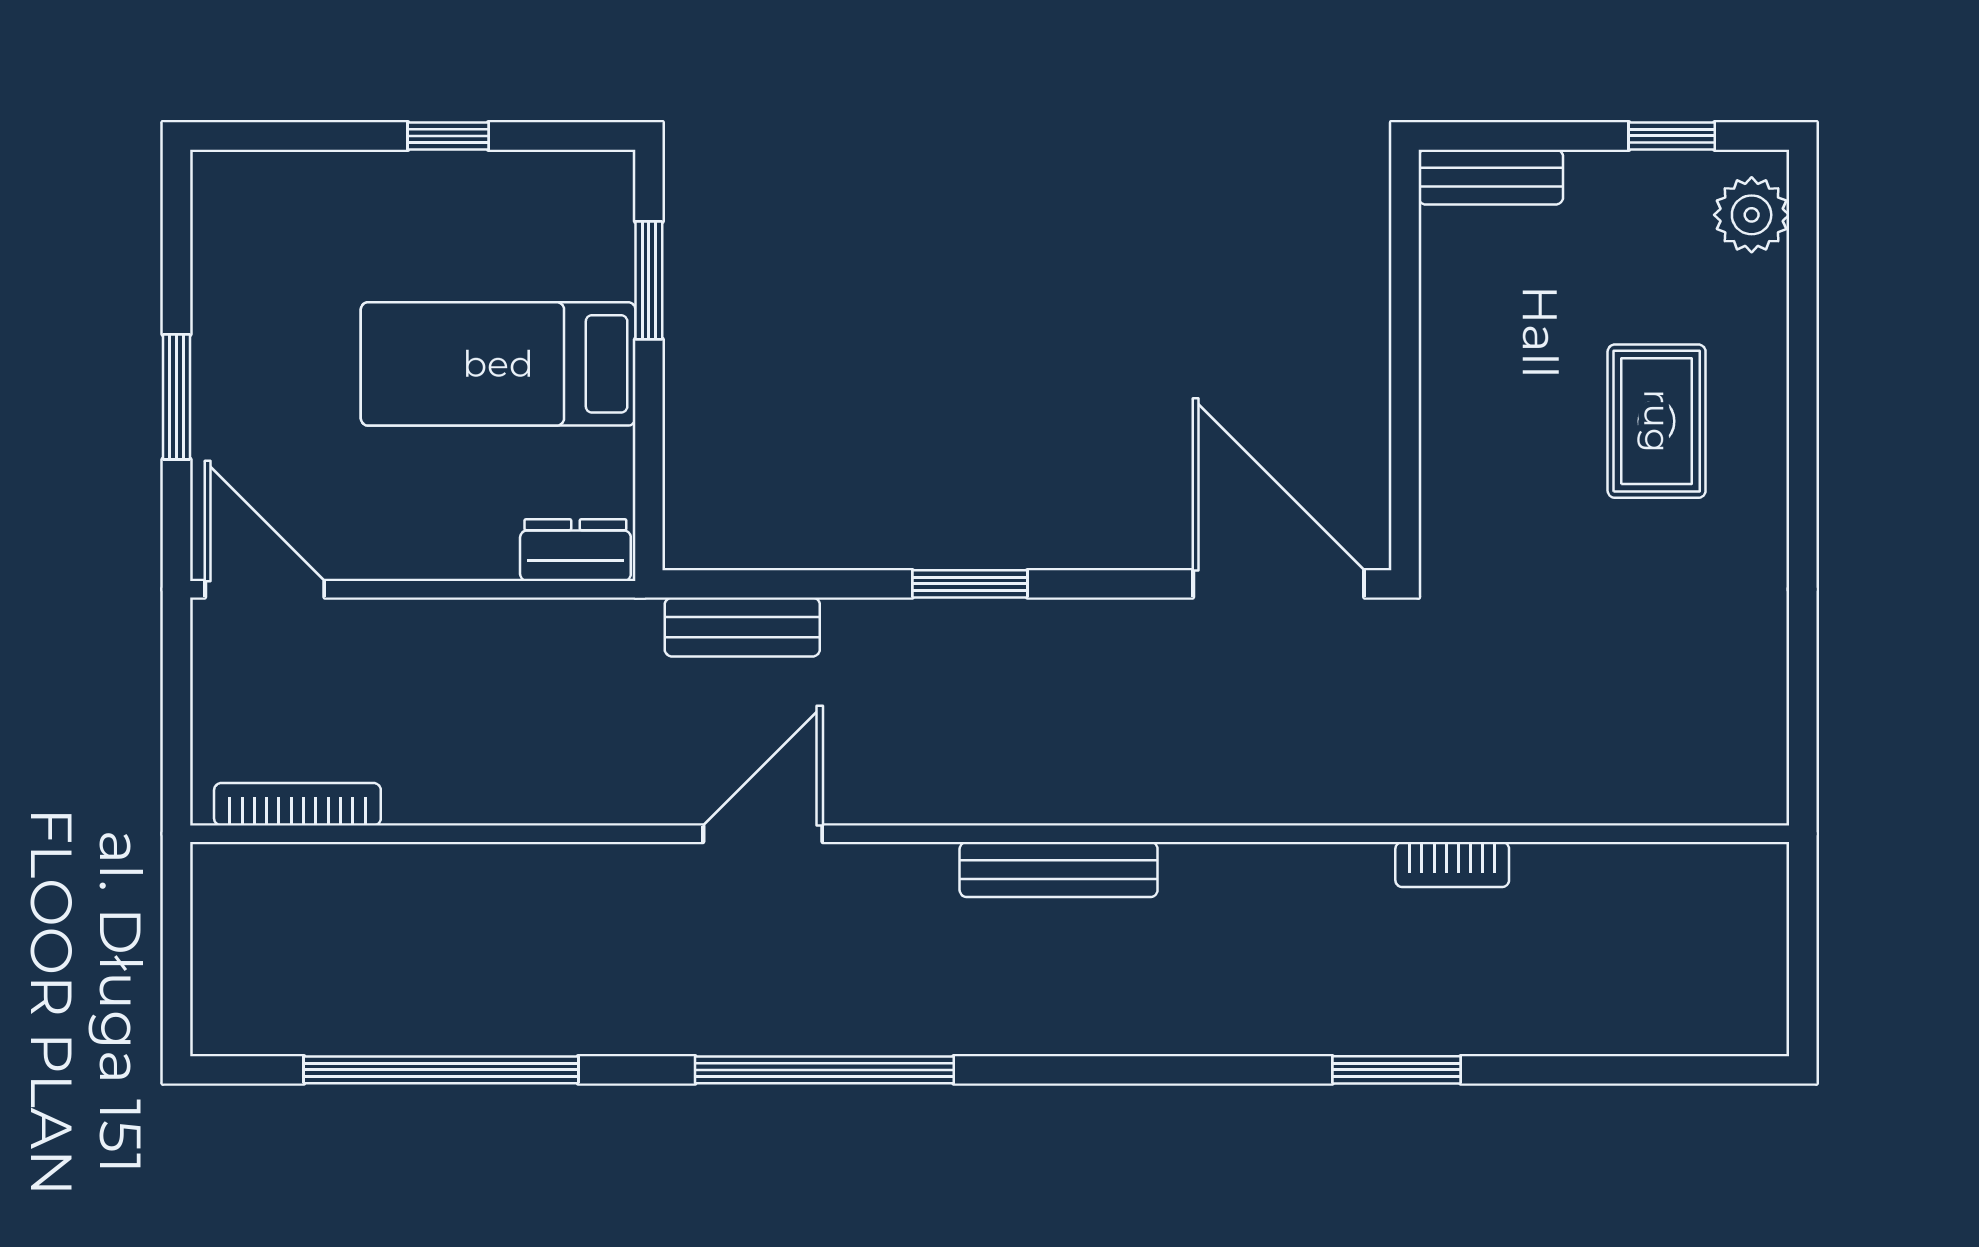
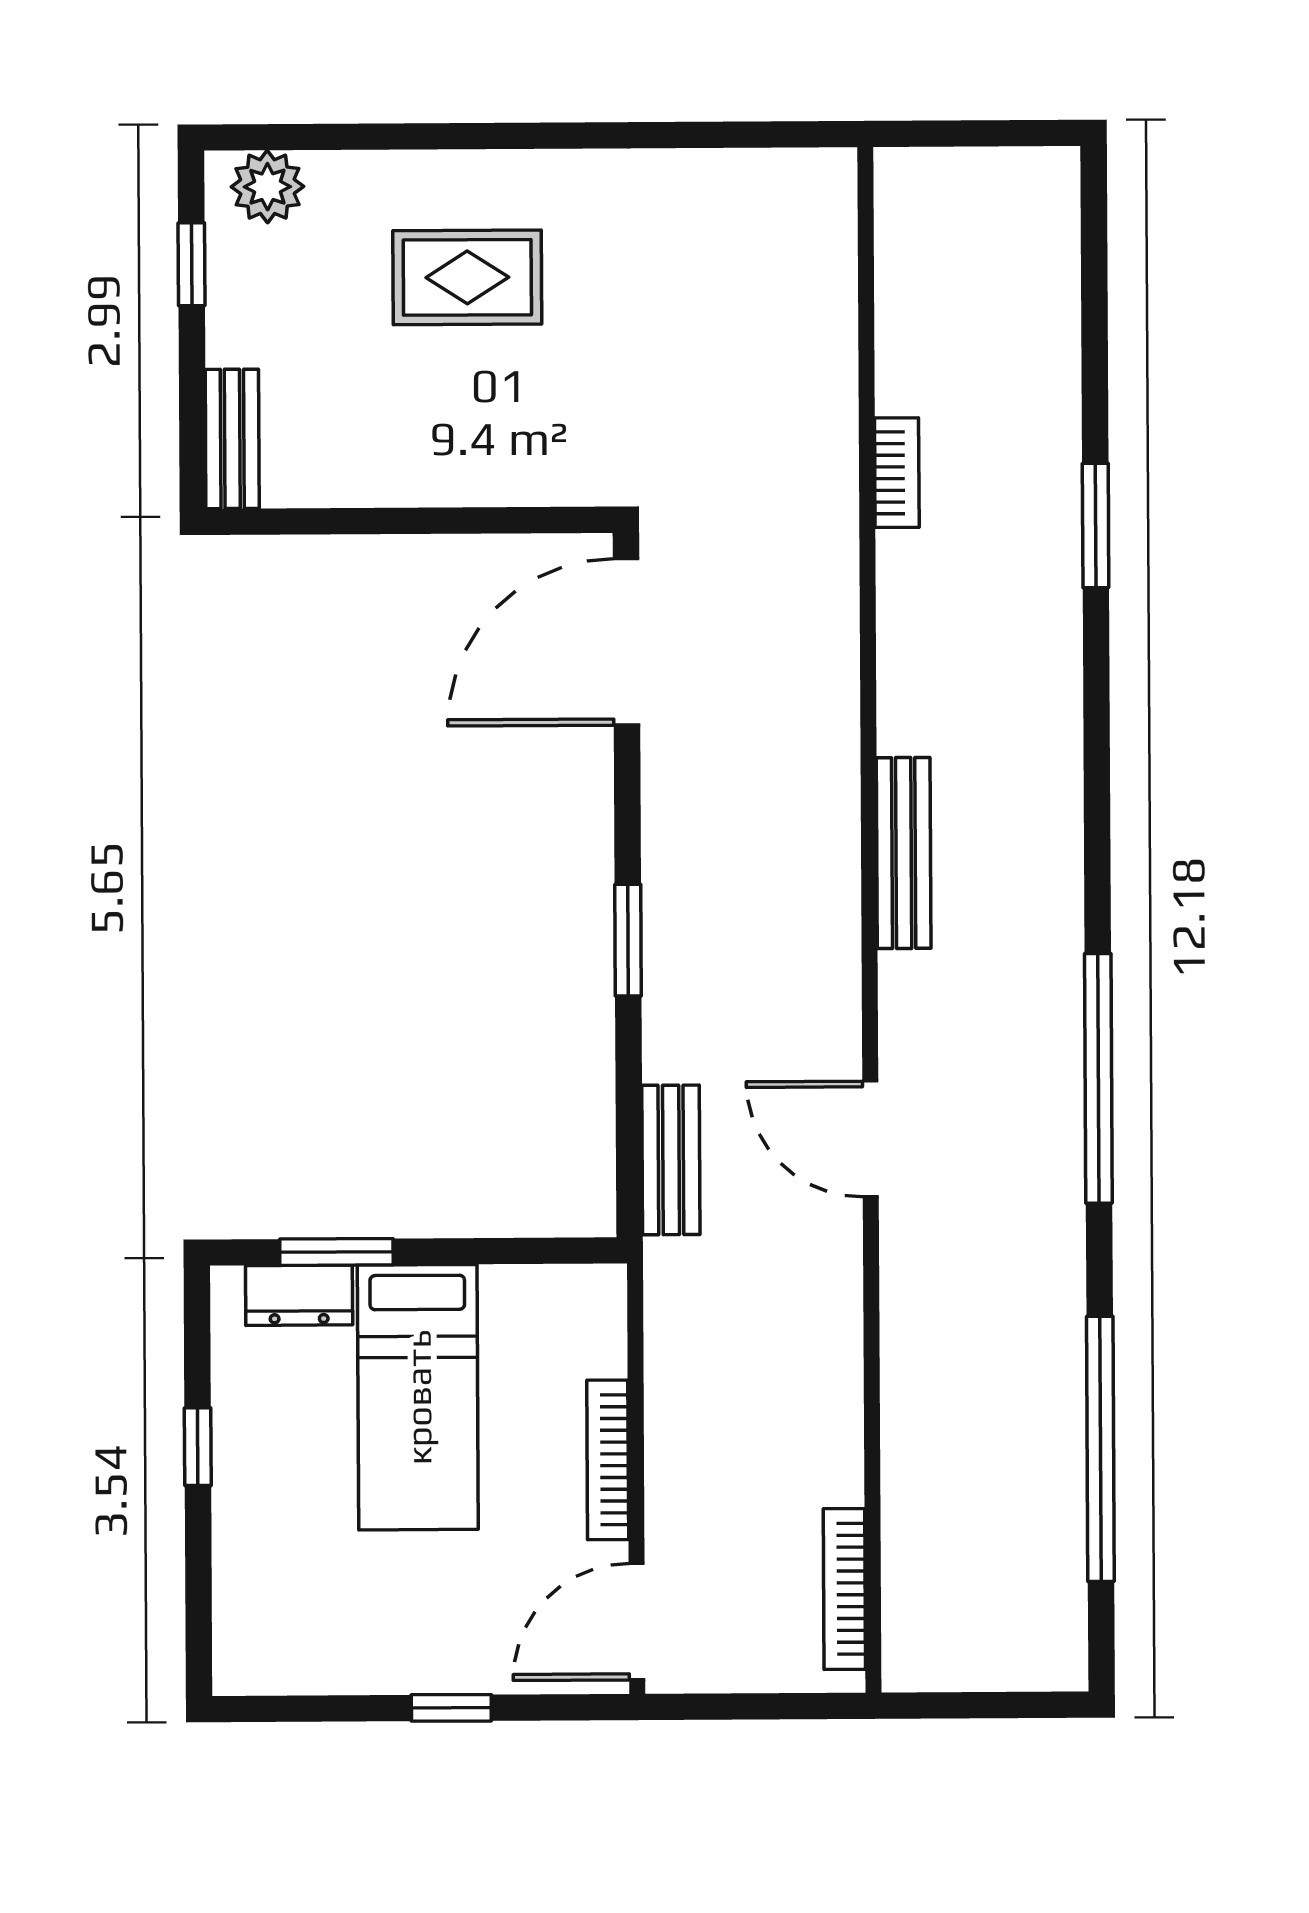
window: (176, 397) -> (451, 1708), width x0.67
dresser: (575, 550) -> (299, 1295), moved, turned -90
bookcase: (432, 560) -> (608, 1460), added

